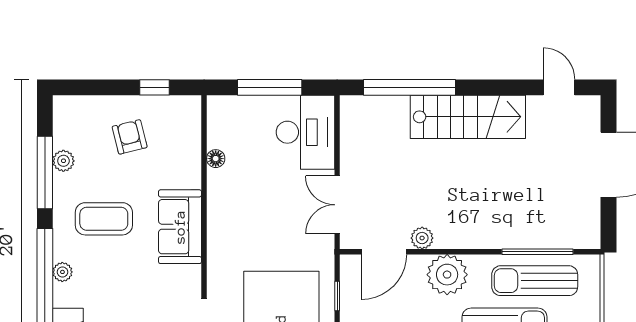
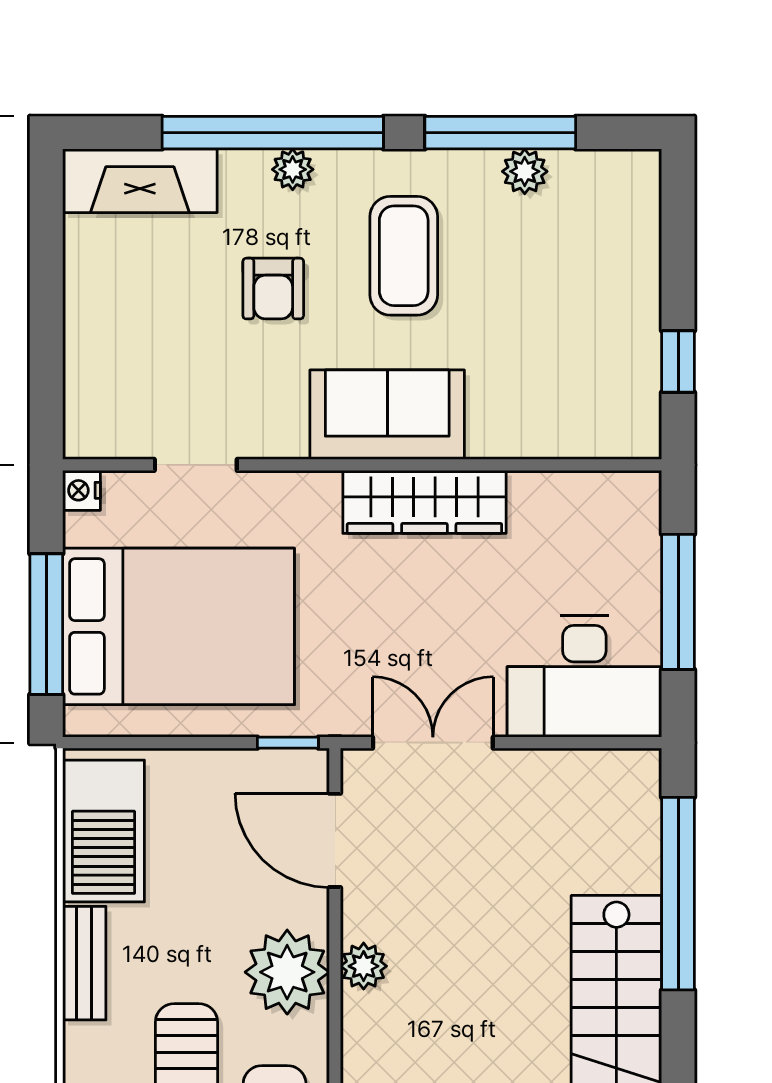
armchair: (130, 137) -> (273, 289), moved, turned 104
floor lamp: (216, 159) -> (529, 489), removed
wardrobe: (222, 209) -> (424, 502), added
plant: (422, 238) -> (364, 966), moved
window: (337, 296) -> (288, 743), moved

